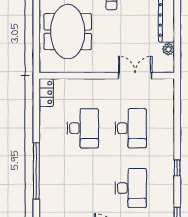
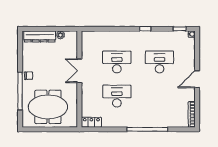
double door: (135, 76) -> (79, 71), moved

